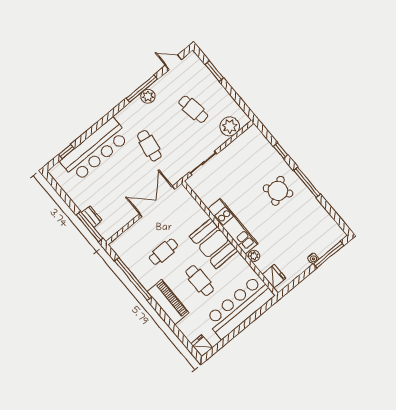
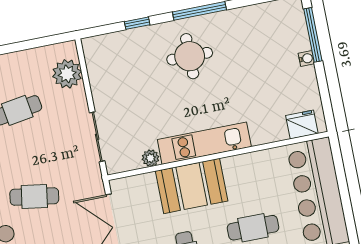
round table: (278, 191) -> (190, 56), turned 37
booth: (214, 243) -> (192, 186), moved
plant: (254, 256) -> (150, 158), moved

